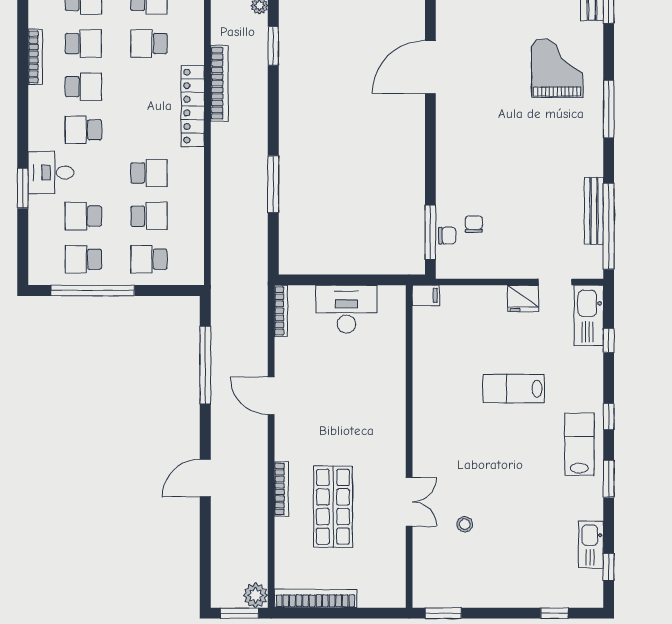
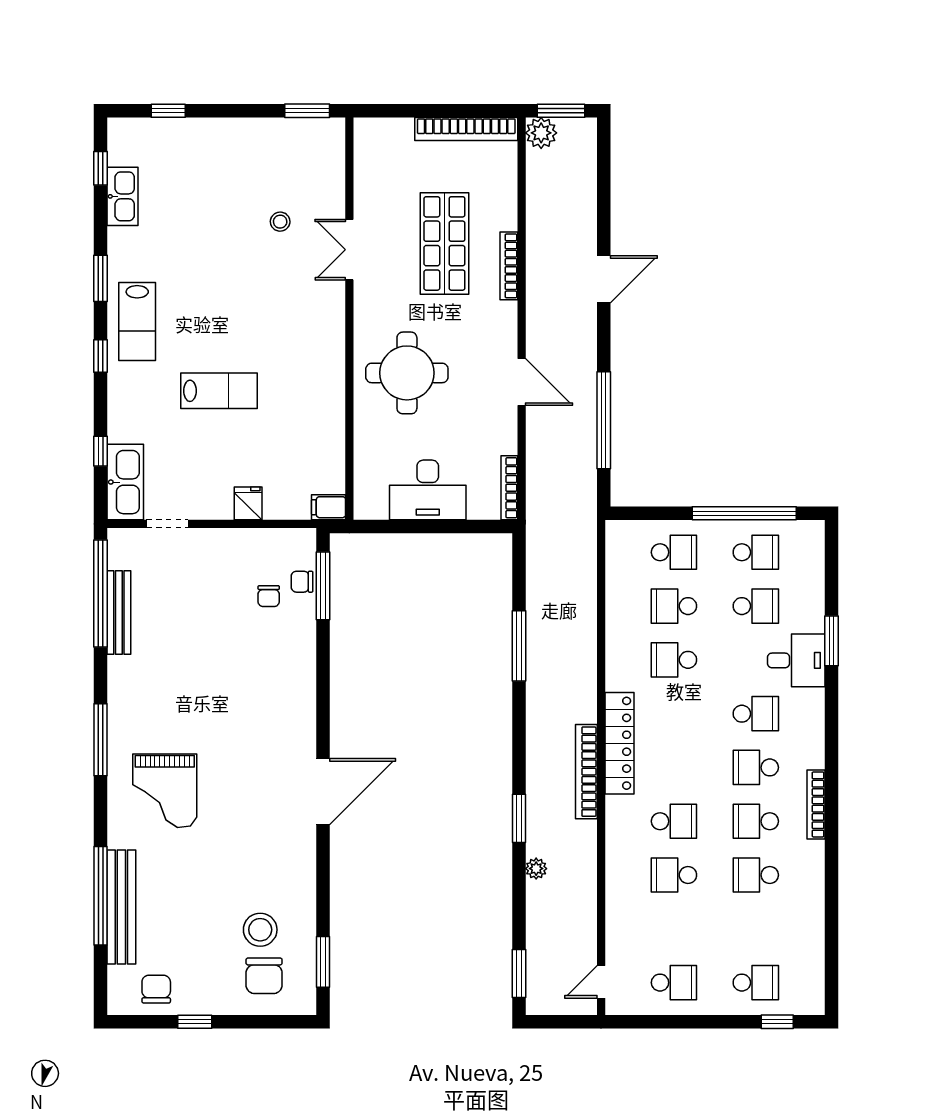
fridge: (523, 298) -> (248, 503), moved, width x0.72
round table: (363, 403) -> (407, 373), added

